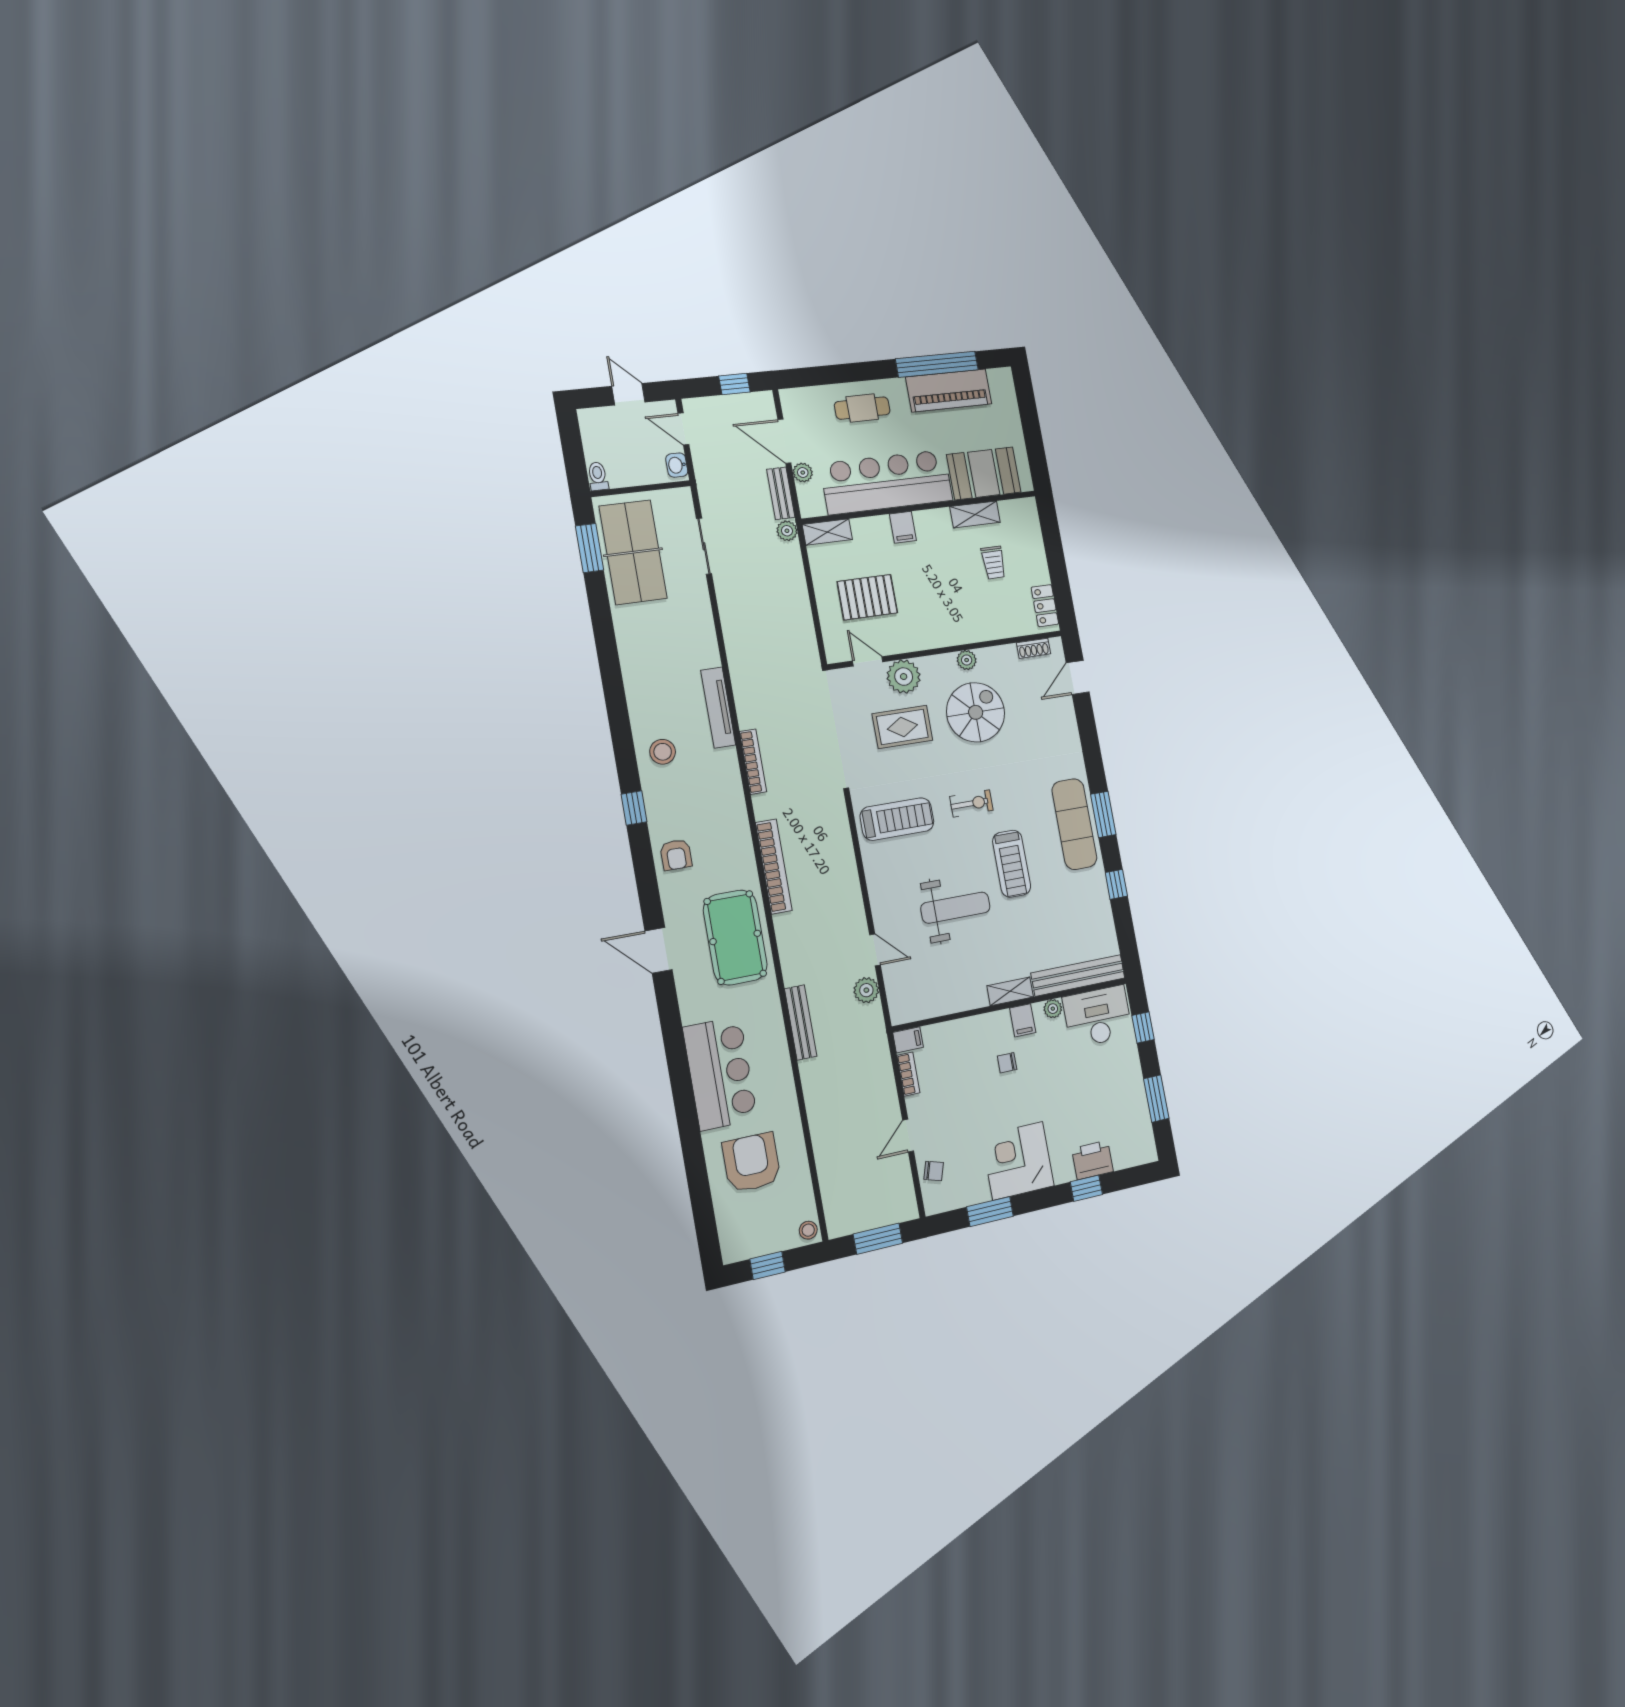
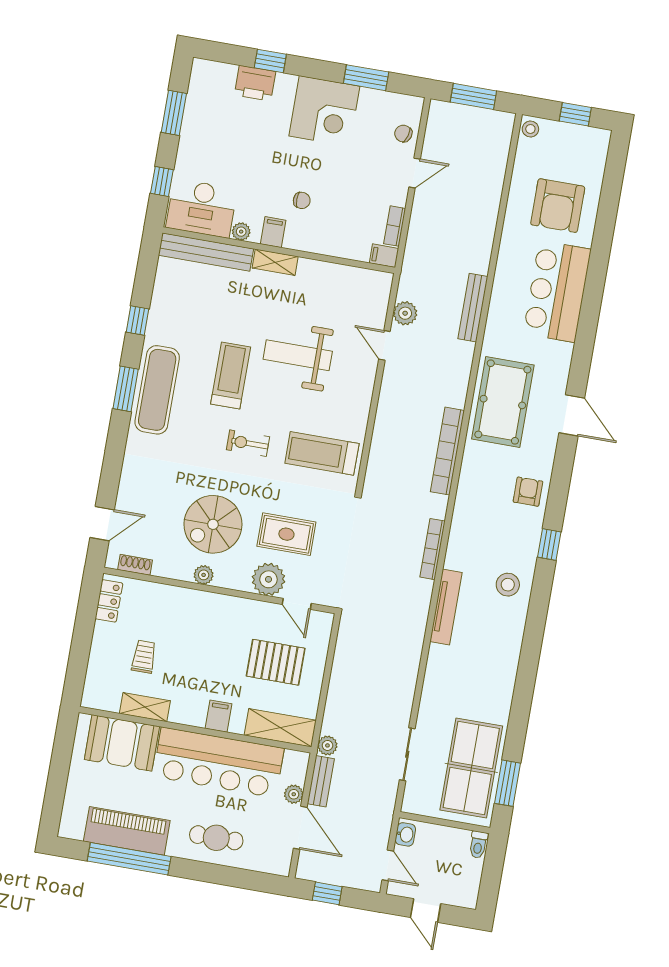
shelving: (827, 532) -> (280, 728), width x1.50, depth x1.33

